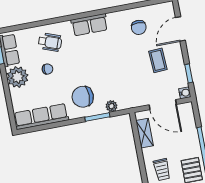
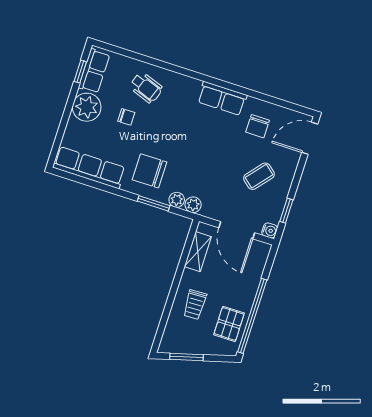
row of seats: (89, 25) -> (222, 98), moved
door: (180, 29) -> (310, 138), moved
coffee table: (158, 60) -> (259, 176), turned 43
plant: (124, 103) -> (193, 205), added

